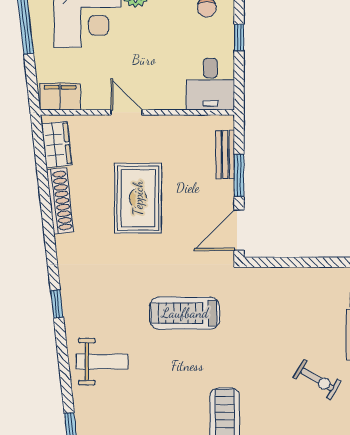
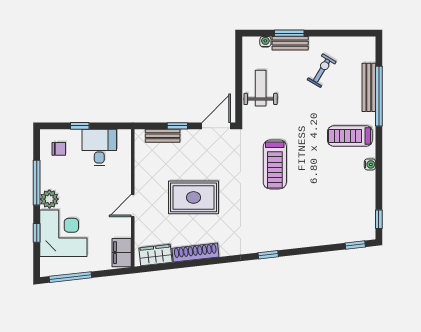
desk: (210, 84) -> (99, 148), moved, turned -90
window: (239, 175) -> (177, 126), width x0.67
door: (239, 230) -> (216, 126), swing flipped
weight bench: (102, 362) -> (261, 88), moved

